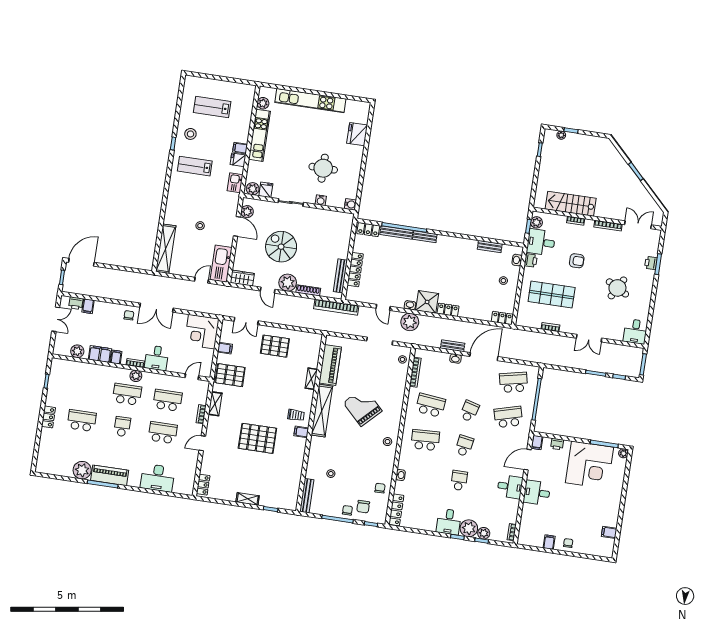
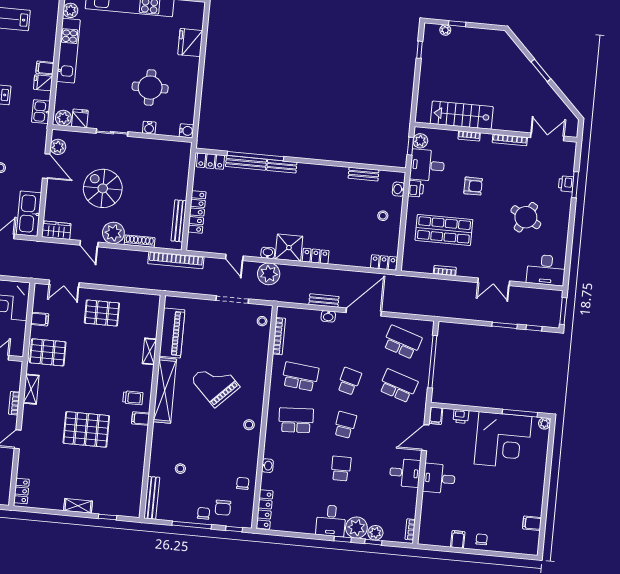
desk: (635, 331) -> (546, 270), width x1.37
school desk: (513, 382) -> (402, 342), turned 30
school desk: (508, 417) -> (398, 386), turned 33

